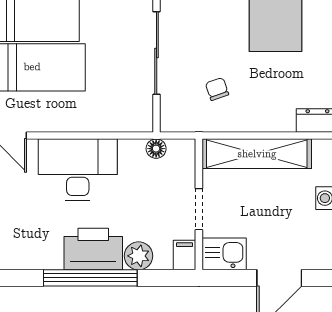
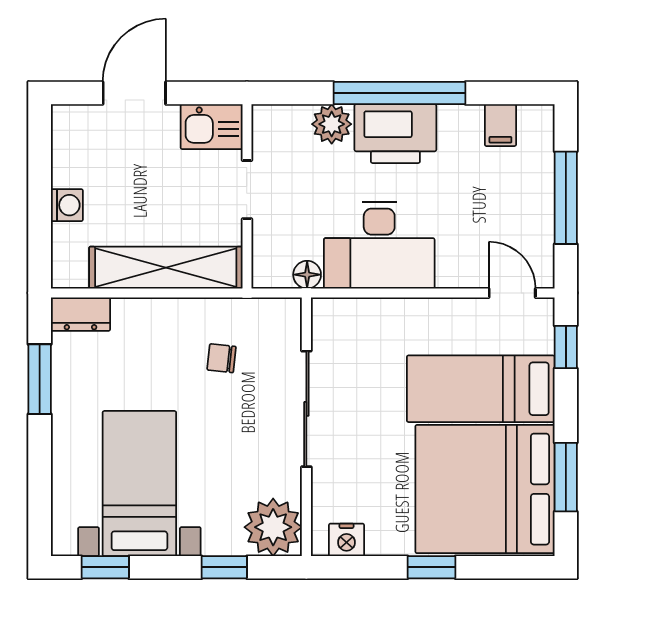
chair: (217, 89) -> (222, 358), turned 115
desk: (78, 170) -> (379, 245), moved
filing cabinet: (185, 255) -> (500, 125), moved

